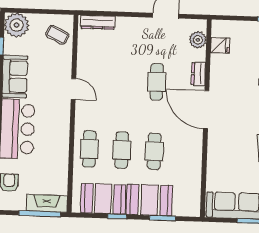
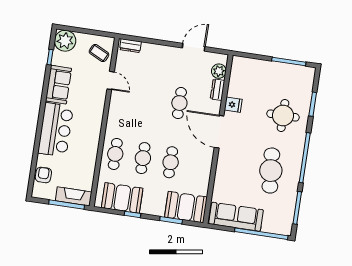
dresser: (98, 22) -> (130, 46), width x0.70
fridge: (220, 45) -> (233, 105), moved
dresser: (198, 74) -> (218, 90), moved
door: (73, 89) -> (111, 80), moved
booth: (149, 200) -> (186, 207), moved

